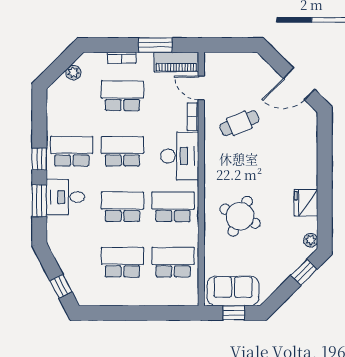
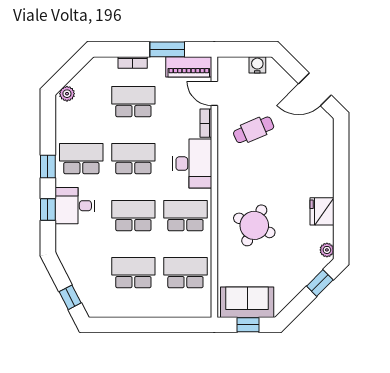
water cooler: (243, 60) -> (257, 65), added
plant: (73, 73) -> (67, 94), moved
window: (39, 201) -> (48, 210), width x0.67

